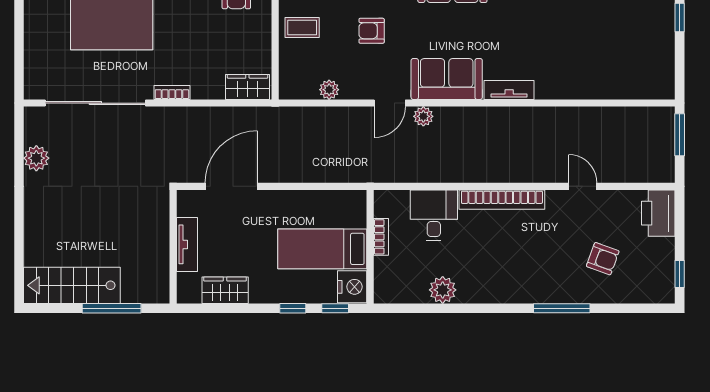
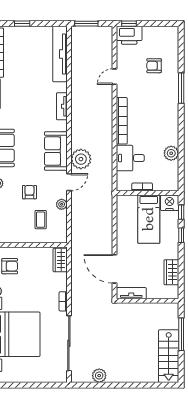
coffee table: (302, 28) -> (41, 220), moved
armchair: (372, 31) -> (29, 192), turned 180
tv unit: (624, 86) -> (60, 54), added
plant: (329, 90) -> (62, 204), moved
tv unit: (509, 90) -> (62, 106), moved
door: (390, 103) -> (69, 182), hinge flipped
plant: (423, 116) -> (81, 159), width x1.87, depth x1.87
tv unit: (187, 244) -> (131, 293), moved
armchair: (603, 259) -> (154, 66), turned -110
window: (680, 274) -> (129, 24), moved

